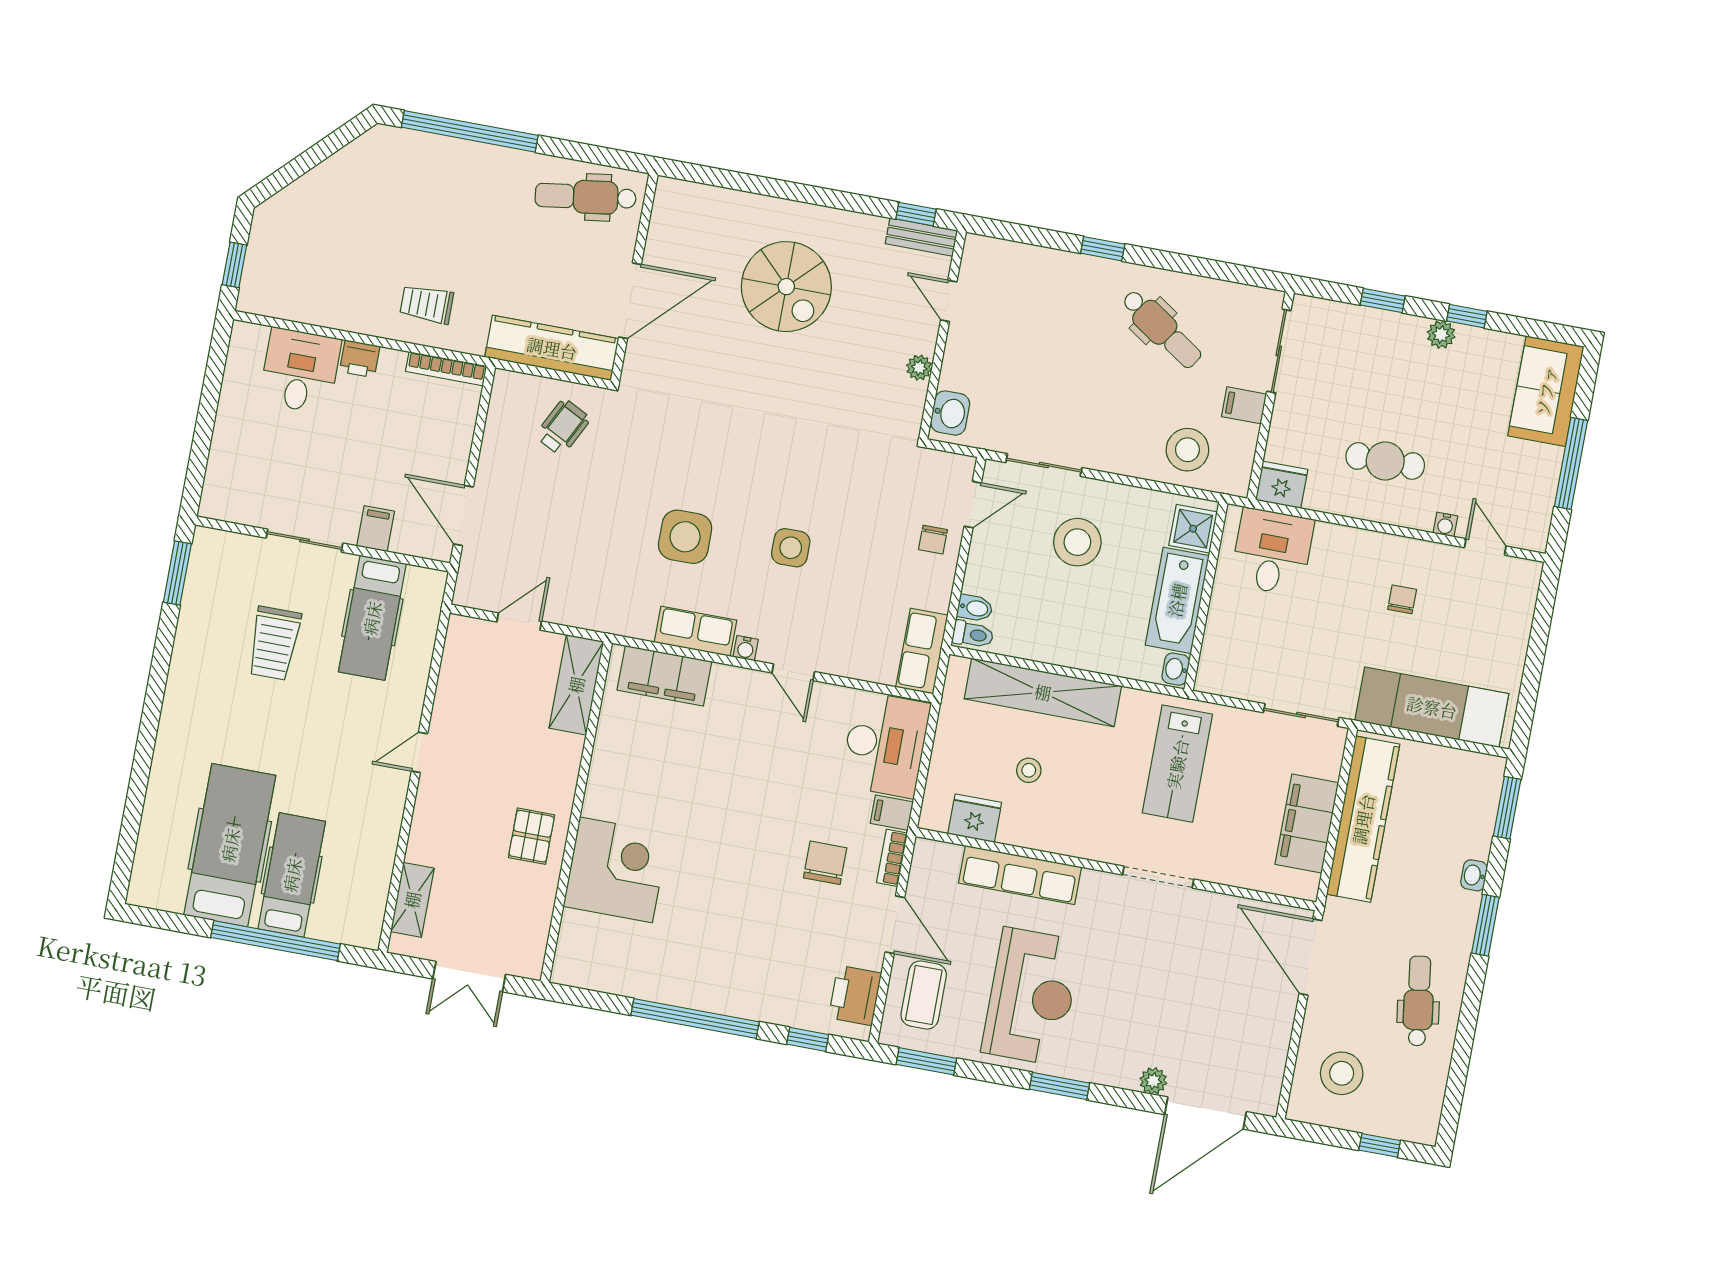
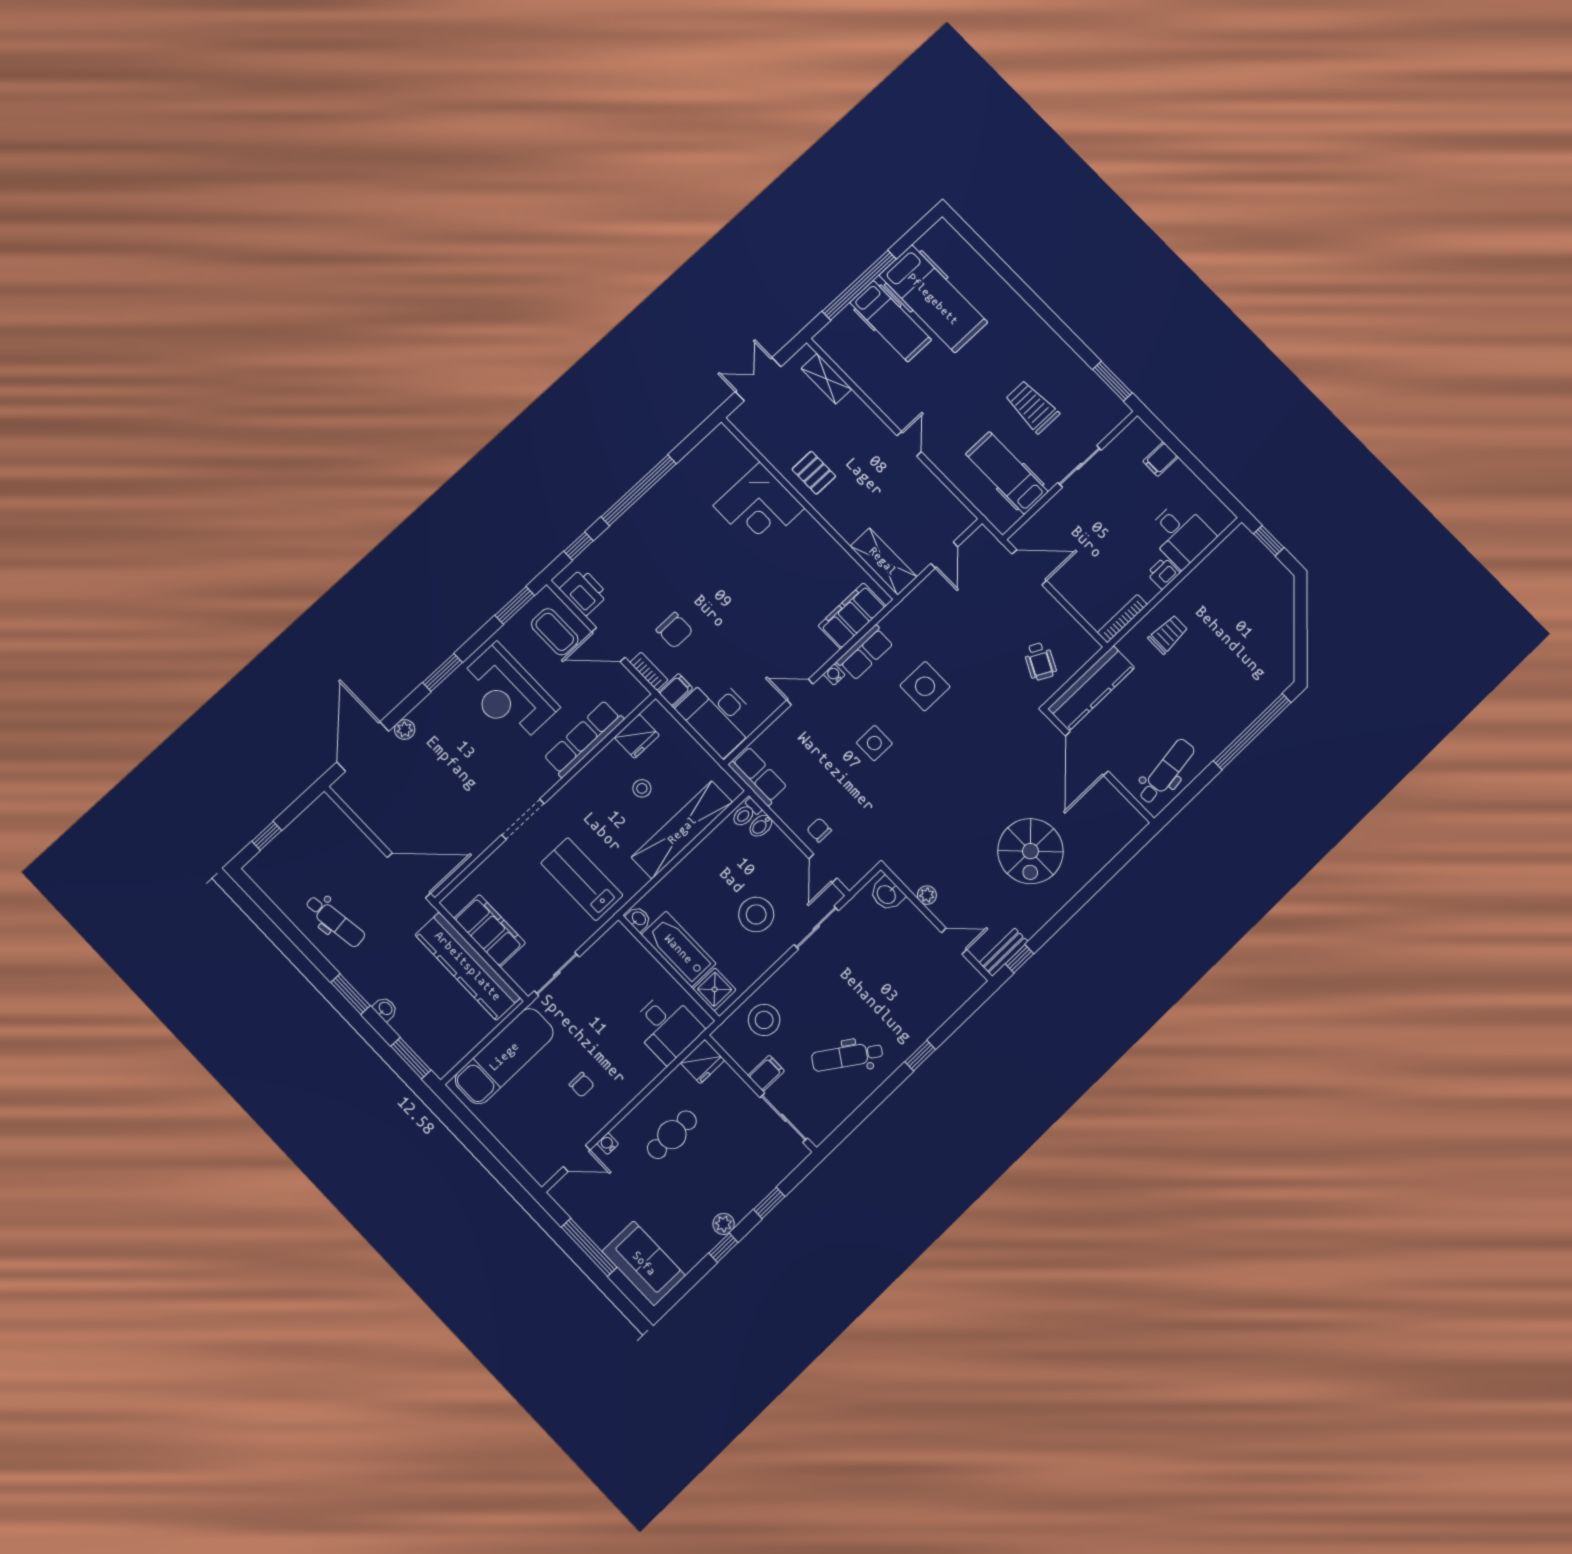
spiral stairs: (786, 287) -> (1030, 851), turned -90
filing cabinet: (376, 529) -> (1160, 459), moved, turned 90
stool: (1342, 1073) -> (326, 844), removed

